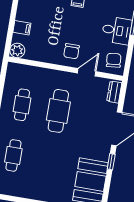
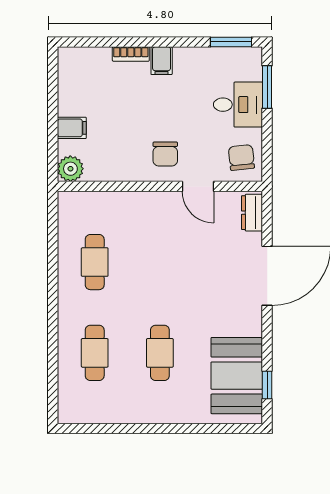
door: (87, 72) -> (198, 186), swing flipped
cafe table: (58, 111) -> (160, 353), moved, width x0.73, depth x0.74
window: (111, 162) -> (267, 385), moved

